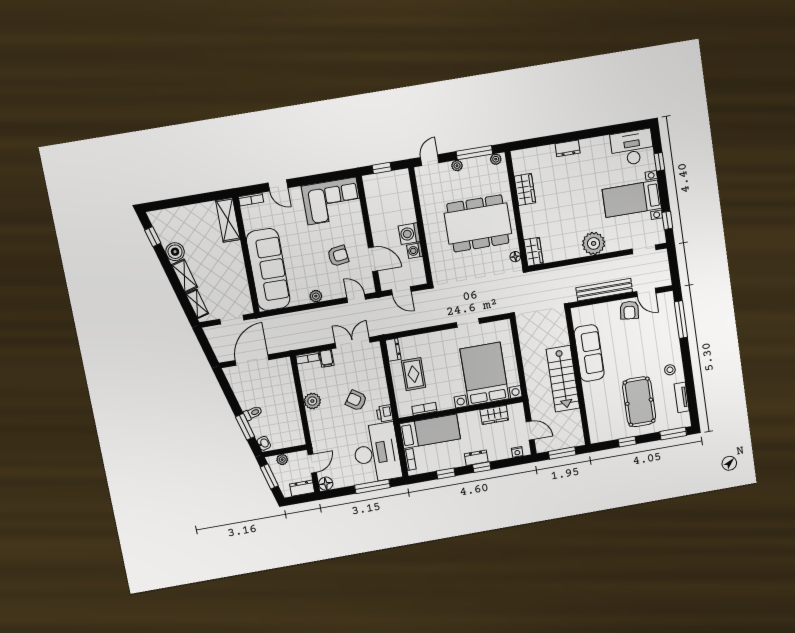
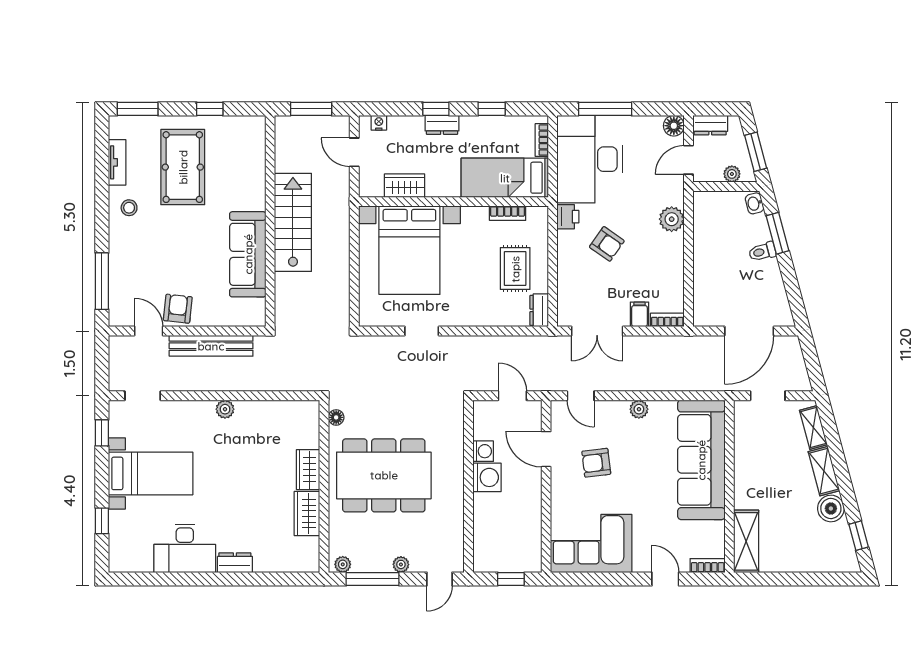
desk: (632, 148) -> (185, 548), moved
plant: (594, 243) -> (225, 409), width x0.53, depth x0.53
wardrobe: (533, 252) -> (308, 470), moved
plant: (312, 401) -> (672, 219), moved

